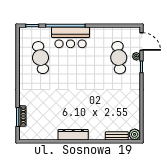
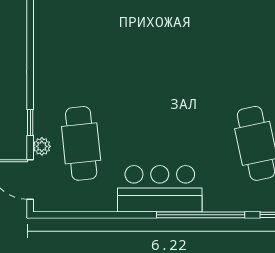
bar counter: (71, 37) -> (160, 189), moved

